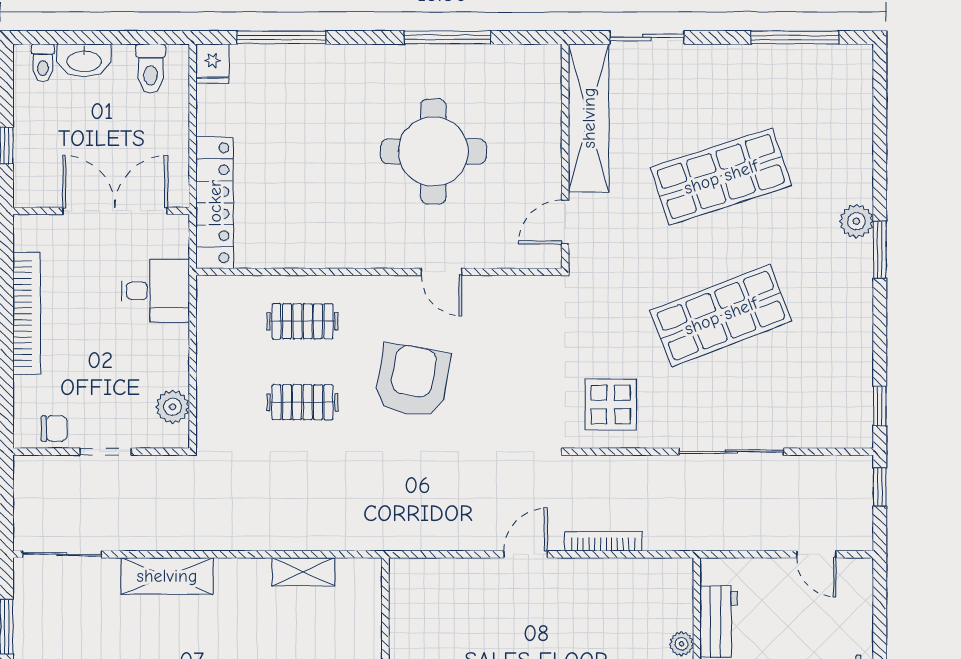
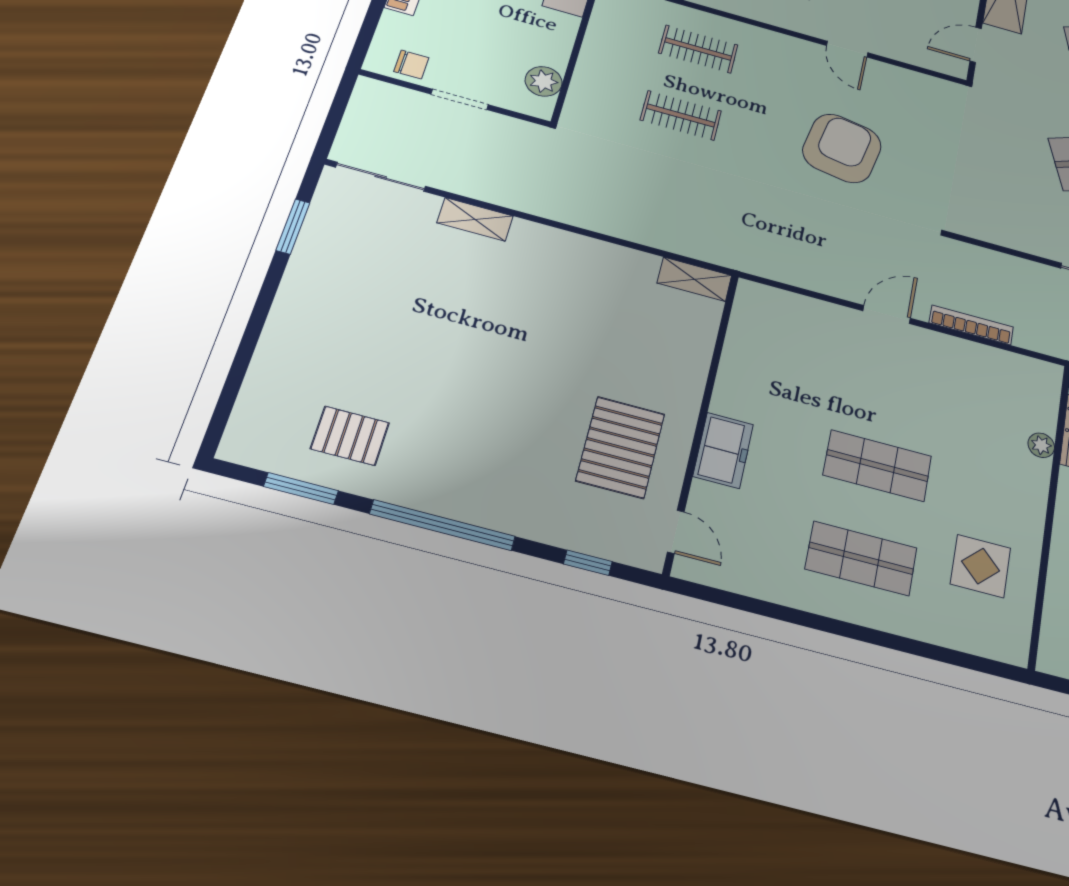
armchair: (412, 381) -> (842, 148), moved
display table: (611, 404) -> (997, 206), removed
shelving: (303, 572) -> (694, 279), moved
shelving: (167, 576) -> (475, 219), width x0.67, depth x0.75

